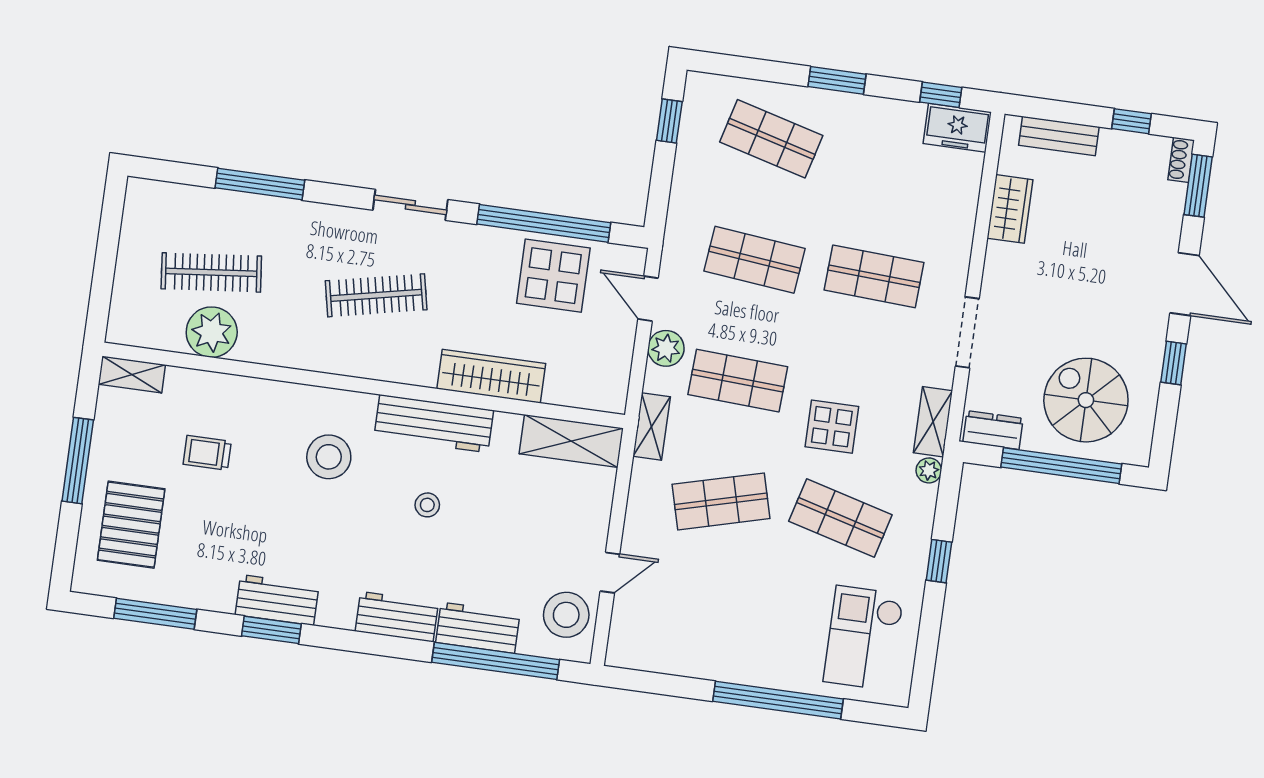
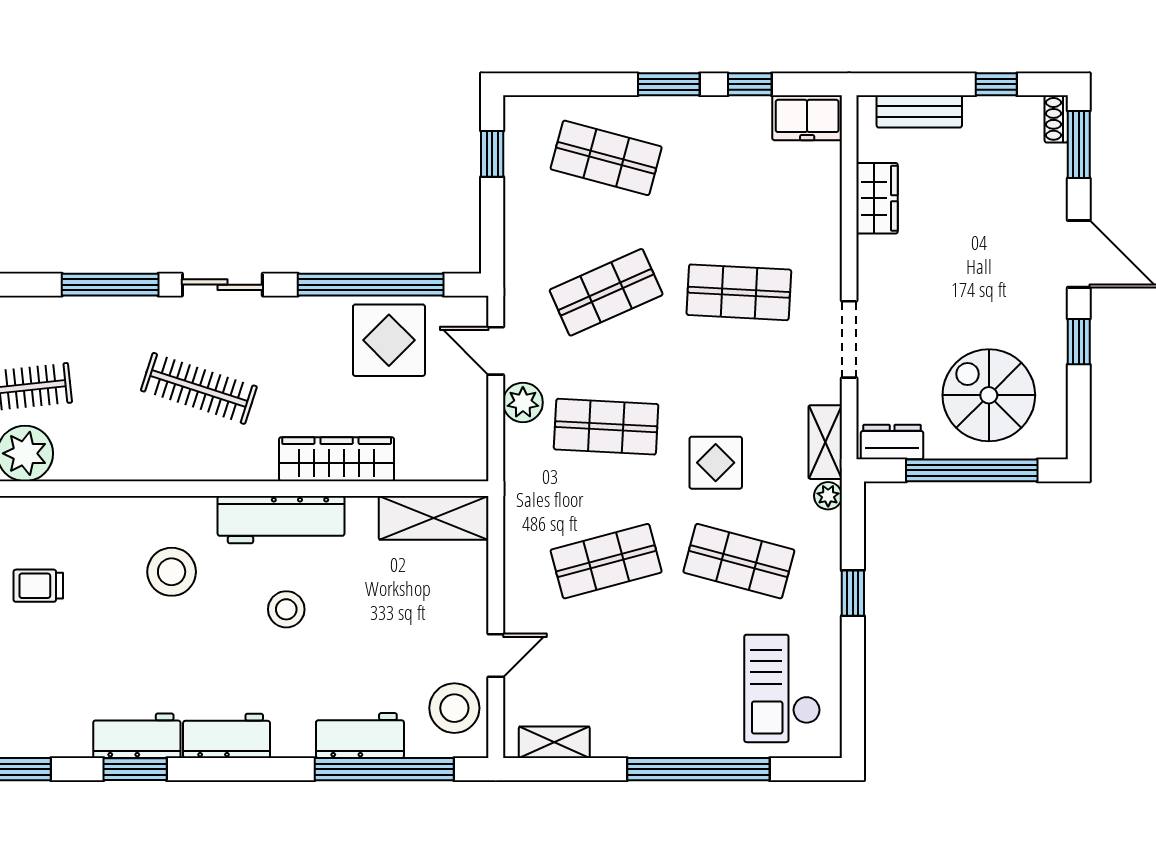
window: (941, 95) -> (750, 84), moved
window: (260, 184) -> (110, 285), moved
shop shelf: (755, 260) -> (606, 292), turned -30
clothes rail: (376, 295) -> (199, 388), turned 30
shelving: (652, 427) -> (554, 742), moved, turned 90
stool: (427, 505) -> (286, 609), width x1.37, depth x1.37
workbench: (397, 617) -> (227, 736), moved

